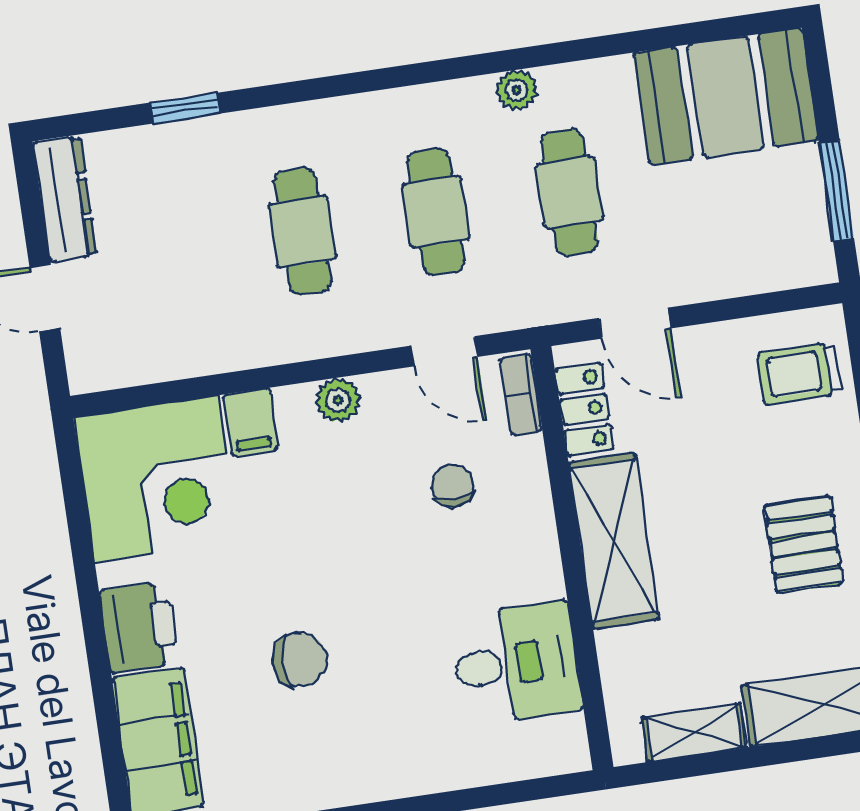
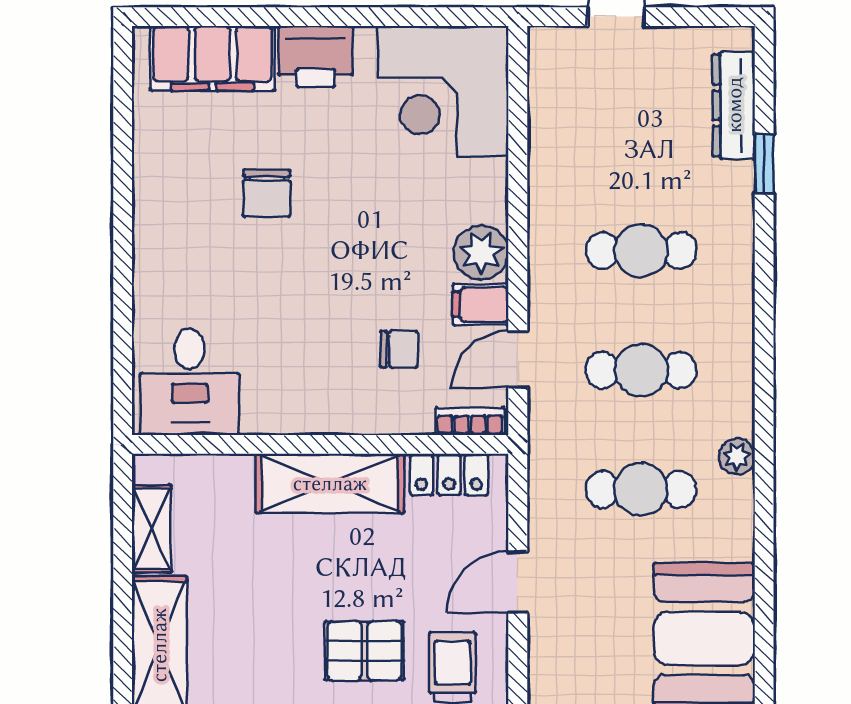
dresser: (65, 199) -> (734, 105), moved, turned 90
door: (635, 323) -> (518, 582), moved
plant: (338, 400) -> (481, 253), width x1.38, depth x1.38
filing cabinet: (251, 422) -> (481, 304), moved
pallet: (804, 544) -> (364, 651), moved
desk: (516, 663) -> (190, 382), moved

